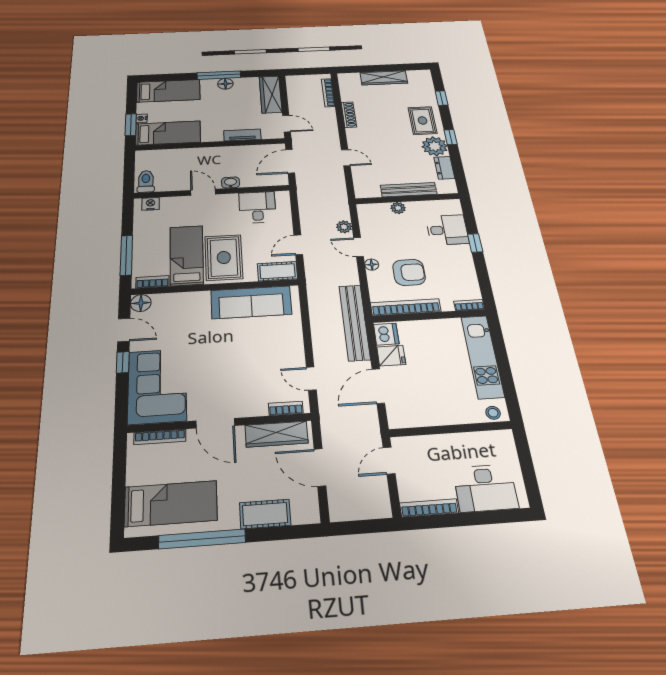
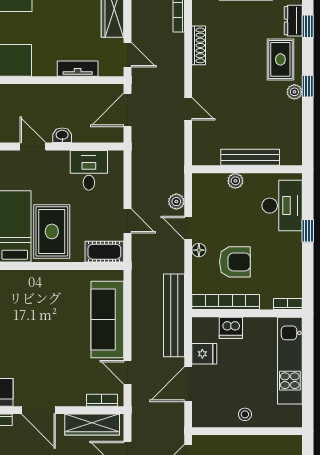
plant: (435, 146) -> (294, 92), width x0.53, depth x0.53
dresser: (444, 168) -> (293, 21), moved
desk: (447, 230) -> (282, 206), width x1.37
door: (298, 245) -> (127, 221), swing flipped
sofa: (251, 302) -> (107, 320), moved, turned 90
dishwasher: (386, 334) -> (231, 328), moved, turned 90
stool: (493, 413) -> (245, 414), moved

